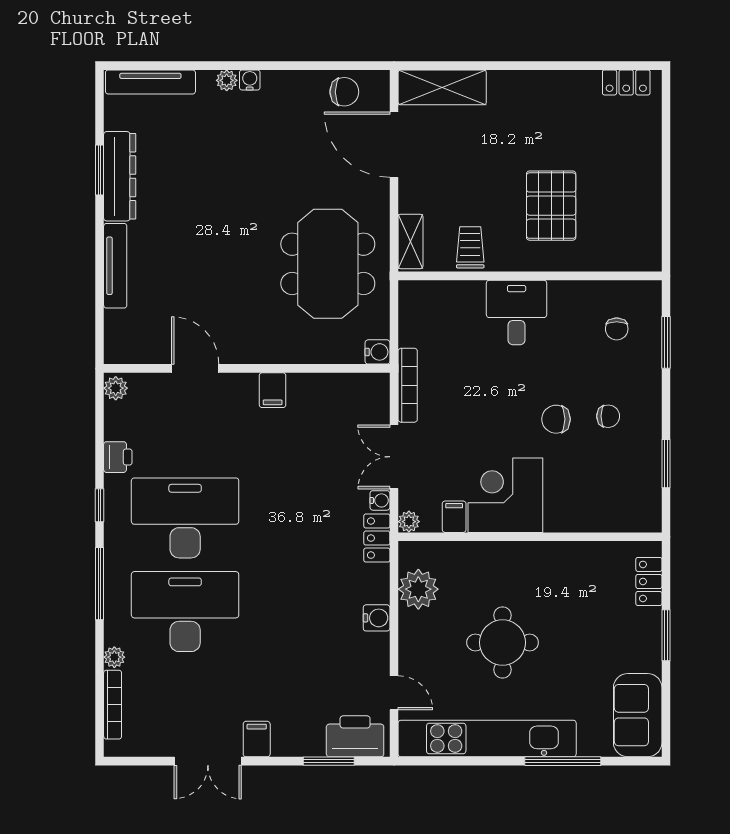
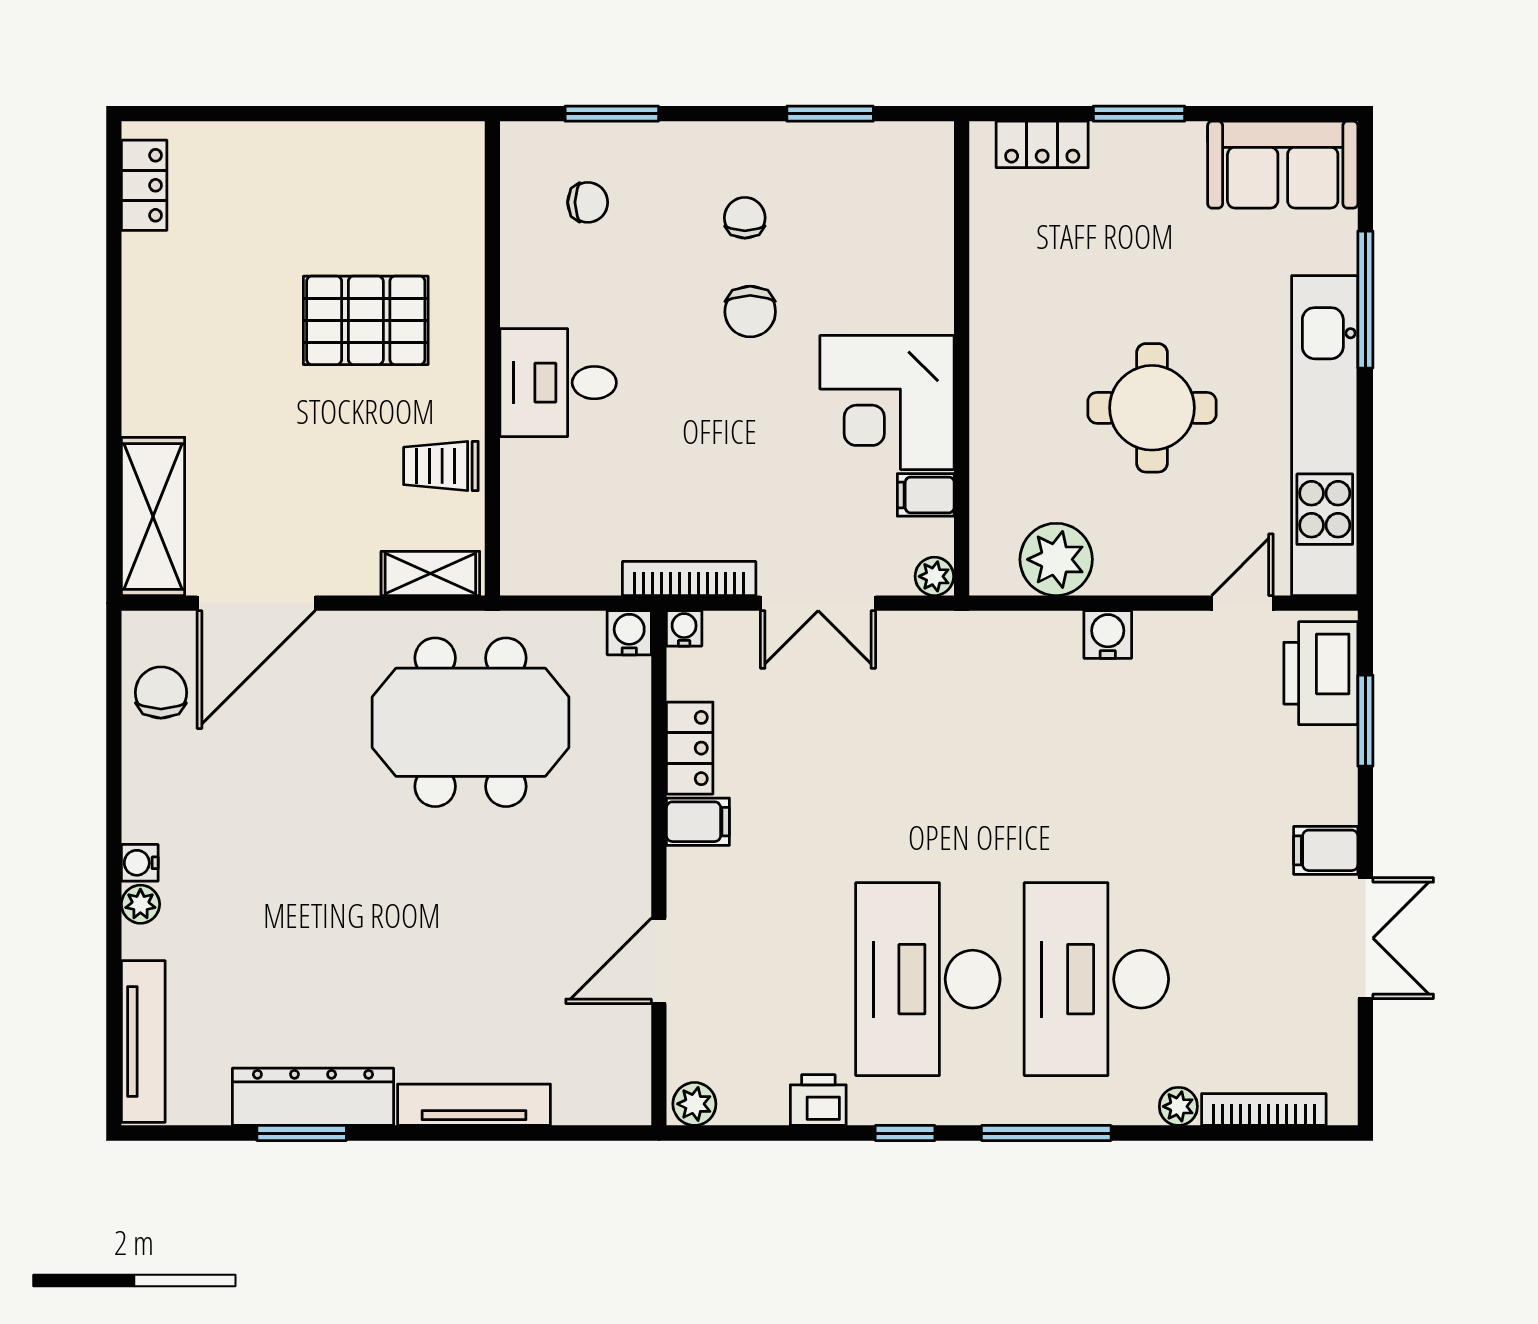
water cooler: (380, 500) -> (684, 628), moved
locker: (377, 538) -> (690, 748), moved, turned -90

